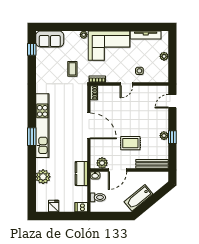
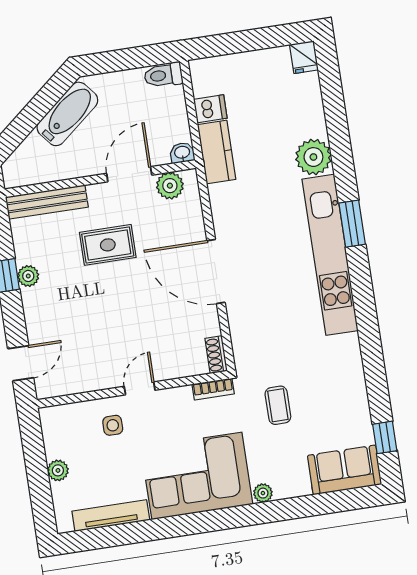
plant: (43, 177) -> (313, 157), moved
toilet: (98, 197) -> (163, 75), moved
fridge: (54, 206) -> (304, 57), moved
dishwasher: (81, 207) -> (210, 109), moved

